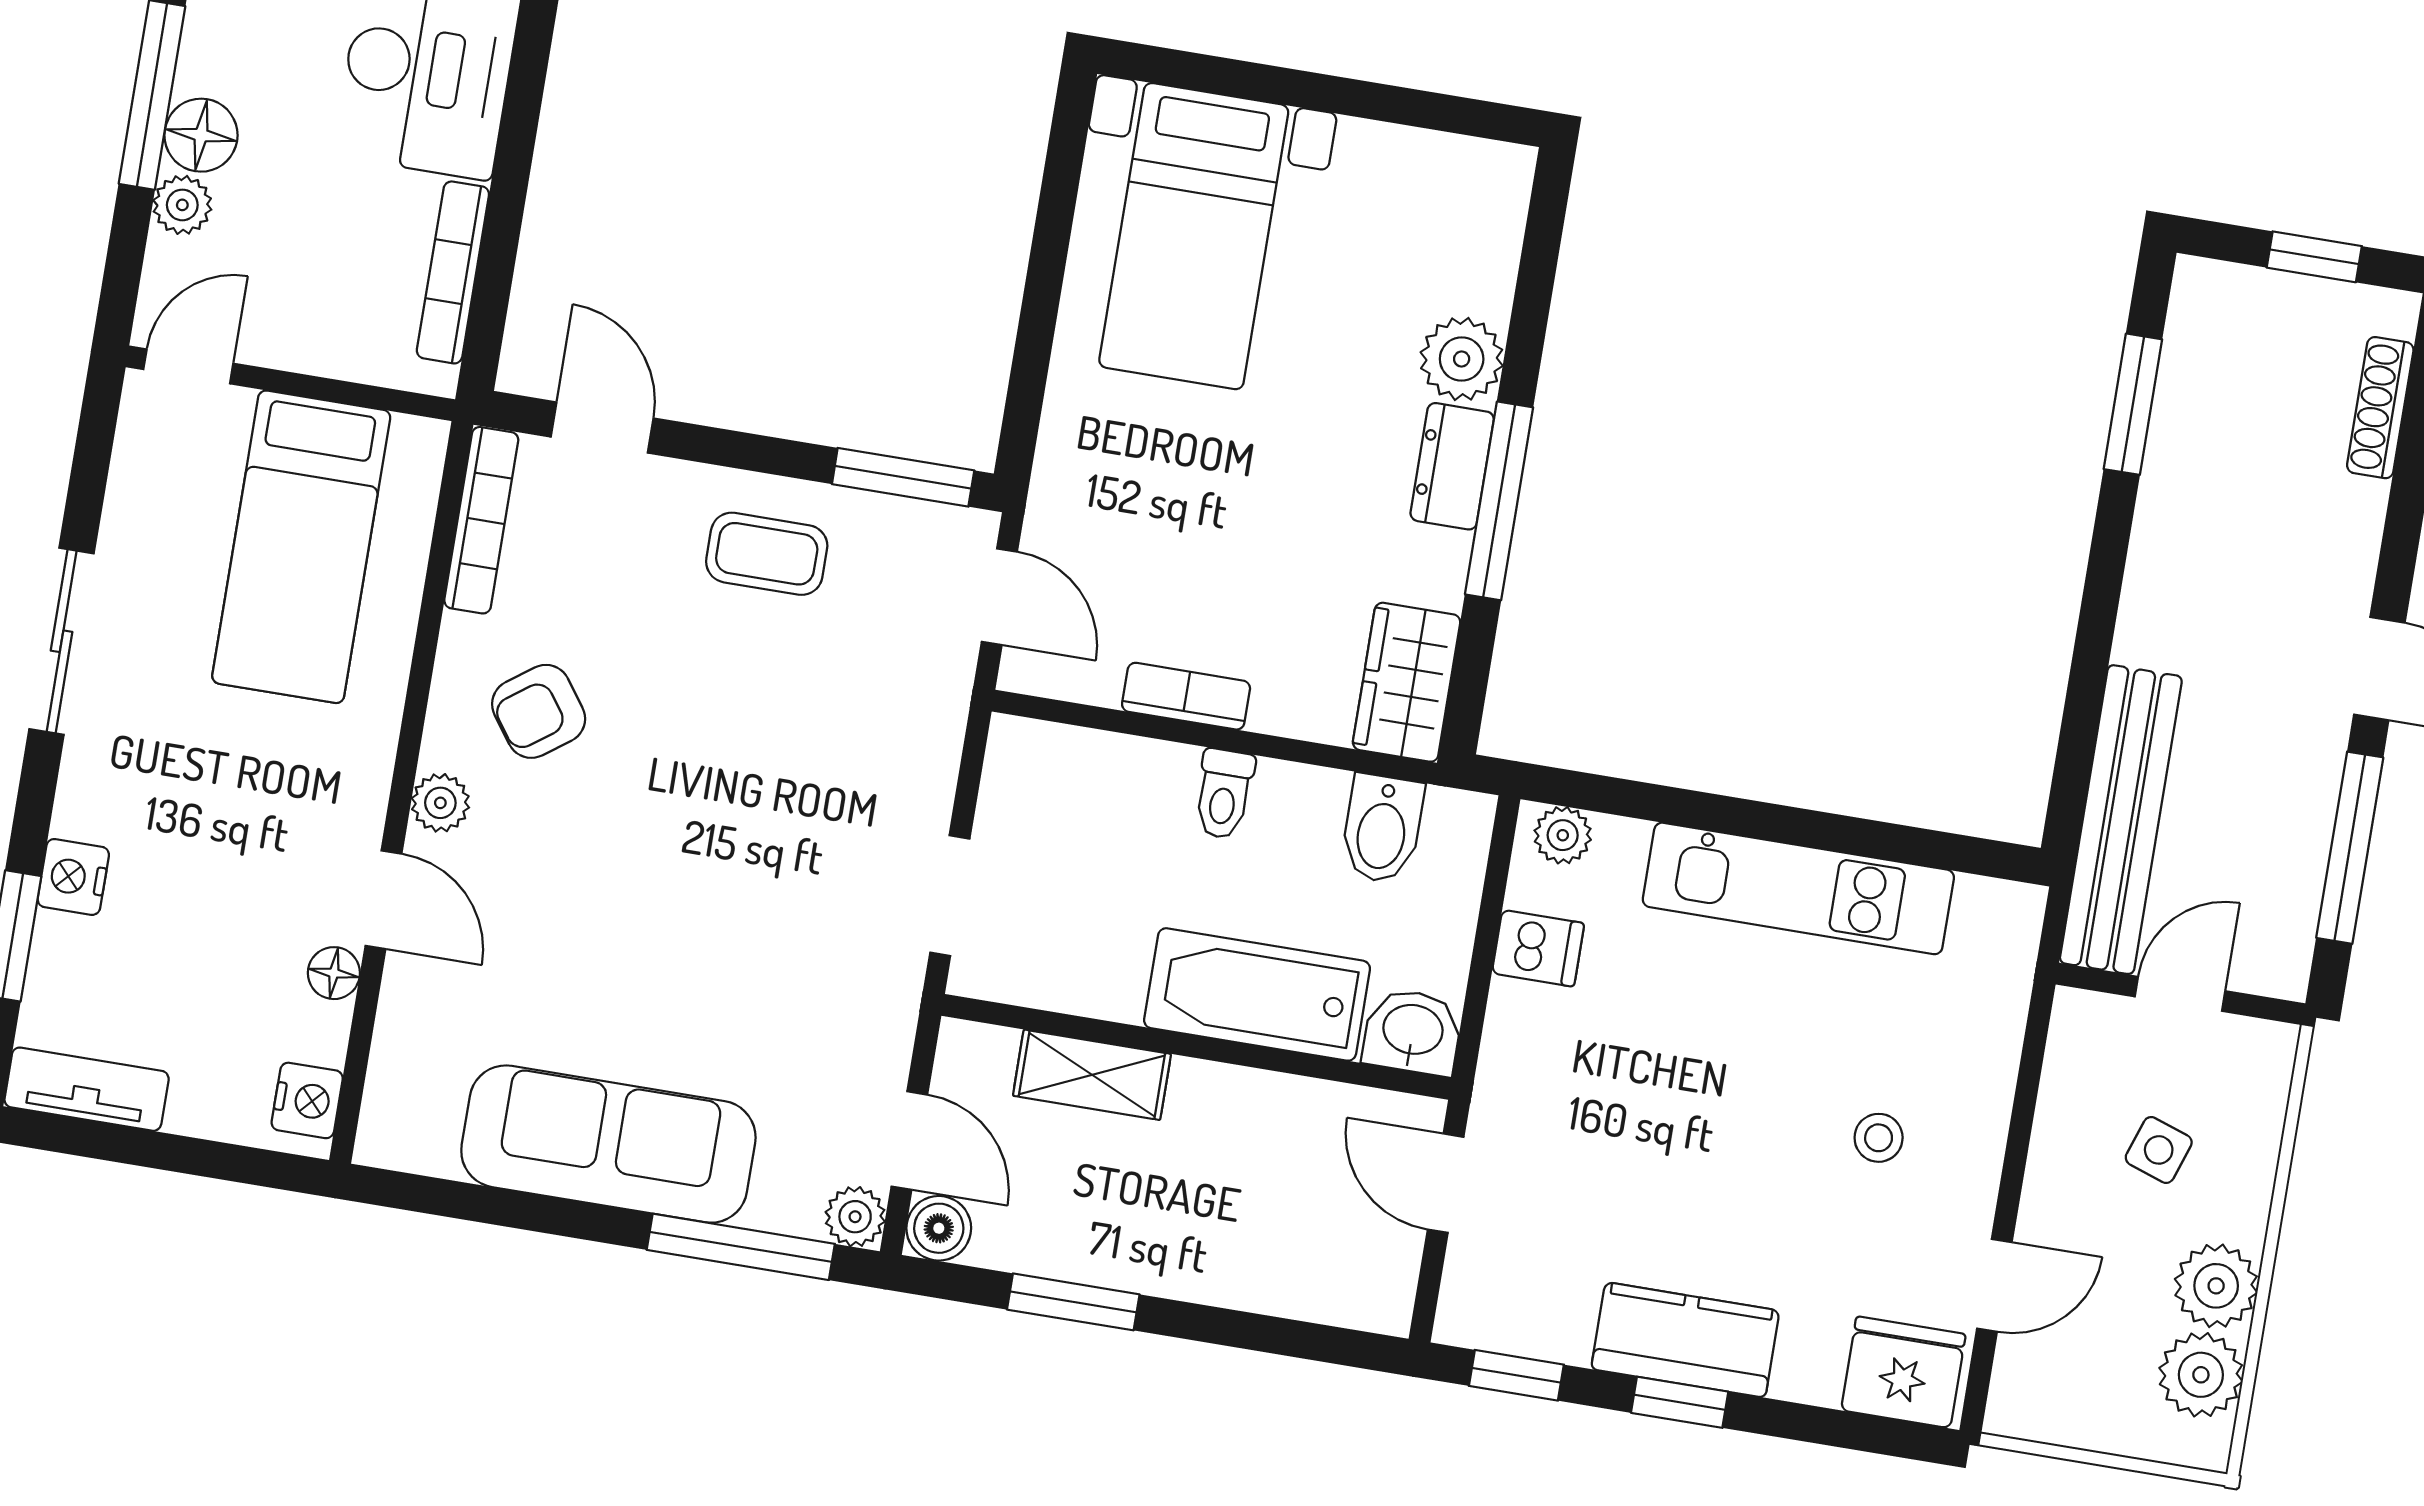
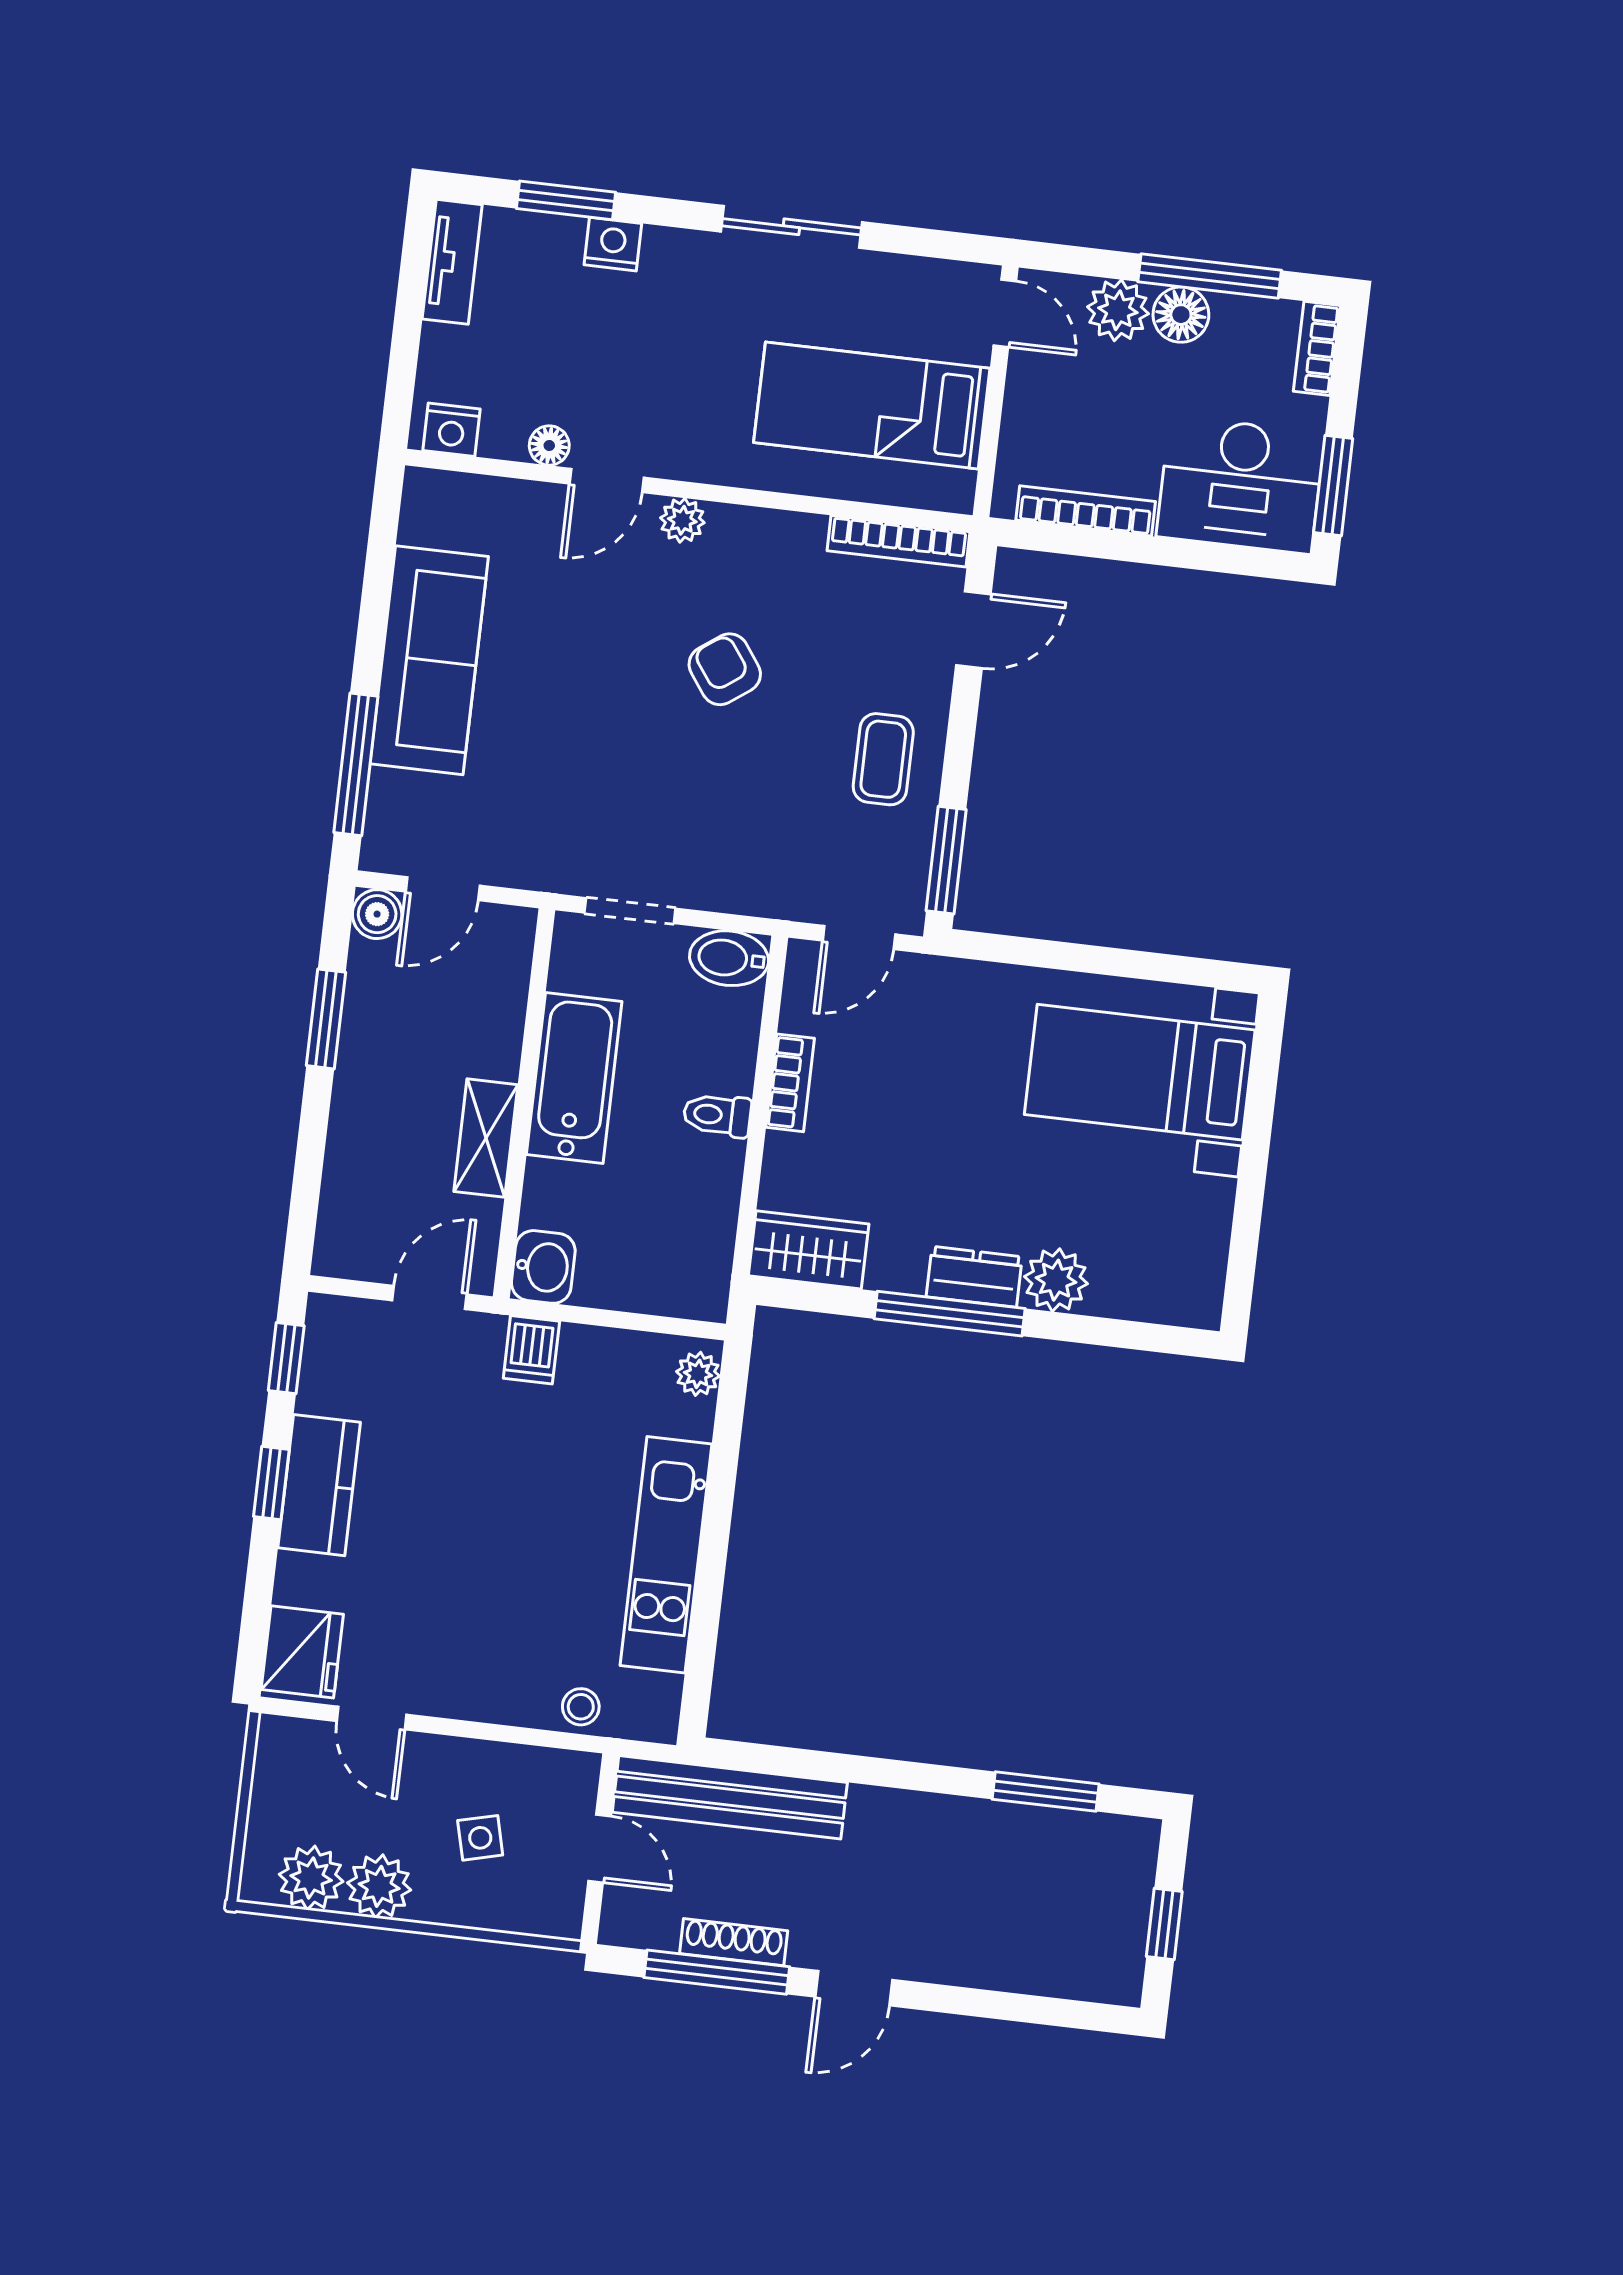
plant: (182, 205) -> (1118, 310), width x1.38, depth x1.38
shoe rack: (2380, 408) -> (734, 1942), moved
armchair: (539, 711) -> (725, 669), moved
bidet: (1382, 829) -> (729, 958), moved
dishwasher: (1538, 948) -> (531, 1350), moved
bathtub: (1257, 994) -> (574, 1078), moved
shelving: (1092, 1075) -> (486, 1138), moved
stool: (1879, 1138) -> (581, 1707), moved
side table: (2159, 1150) -> (480, 1838), turned -33
plant: (855, 1217) -> (383, 850), removed

